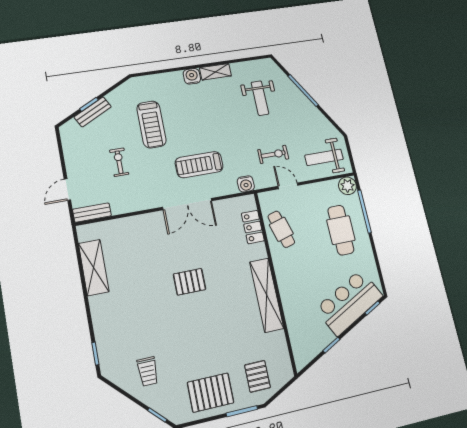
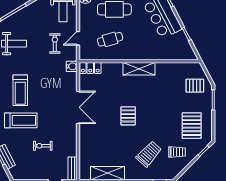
treadmill: (199, 165) -> (20, 90), moved
locker: (253, 227) -> (90, 68), moved
cafe table: (281, 229) -> (110, 39), moved
shelving: (267, 295) -> (139, 69), width x0.68
trolley: (136, 327) -> (149, 154), added
pallet: (211, 393) -> (192, 126), moved

